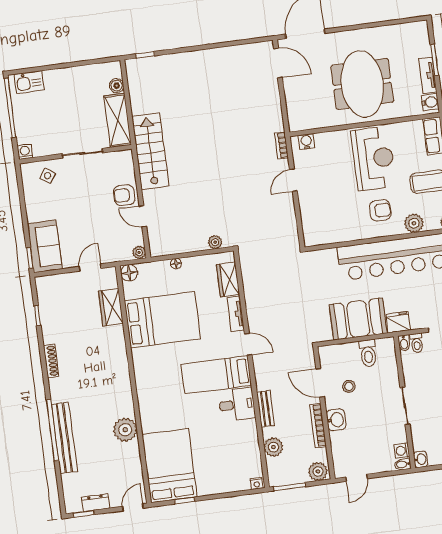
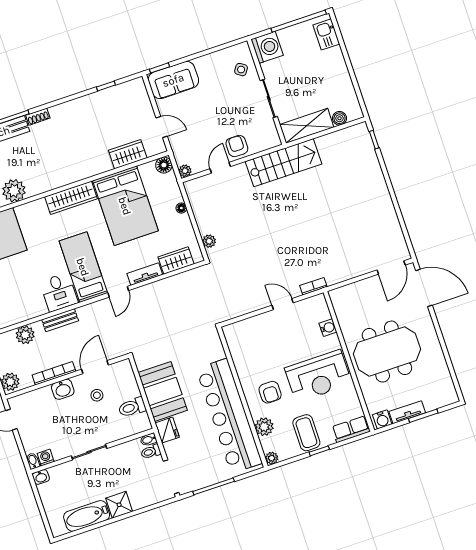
water cooler: (306, 142) -> (328, 328), moved
washing machine: (25, 152) -> (267, 47), width x1.89, depth x1.89
shoe rack: (51, 361) -> (38, 117), moved, width x0.70
wardrobe: (144, 373) -> (71, 198), added

